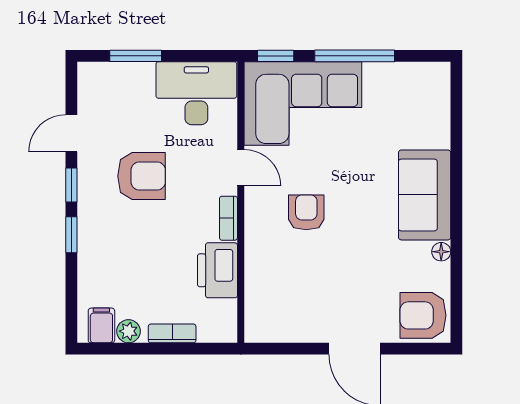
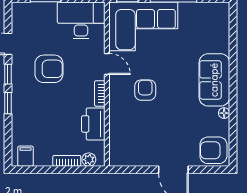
plant: (128, 331) -> (89, 160), moved

